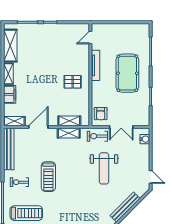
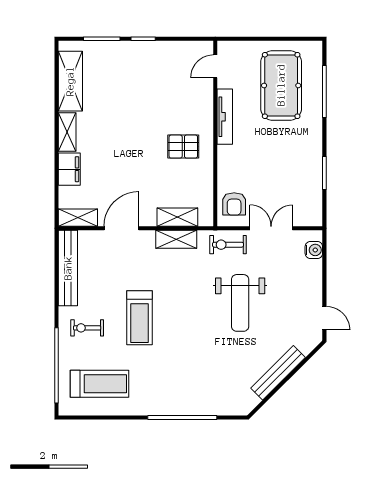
pool table: (127, 73) -> (281, 85), moved
double door: (121, 127) -> (271, 228), swing flipped

